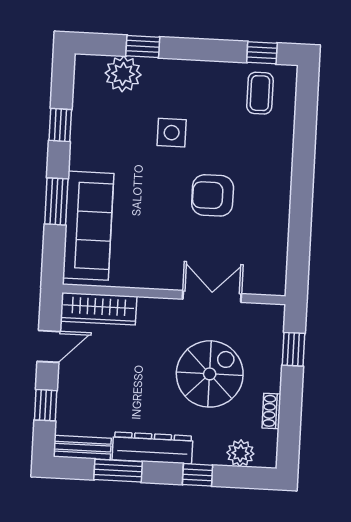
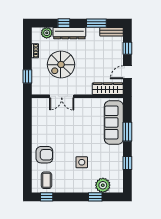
armchair: (213, 195) -> (44, 155), moved
dresser: (152, 448) -> (69, 33), moved

